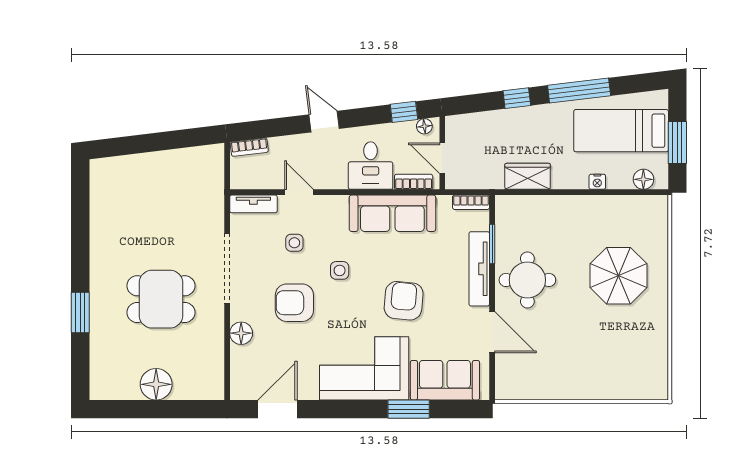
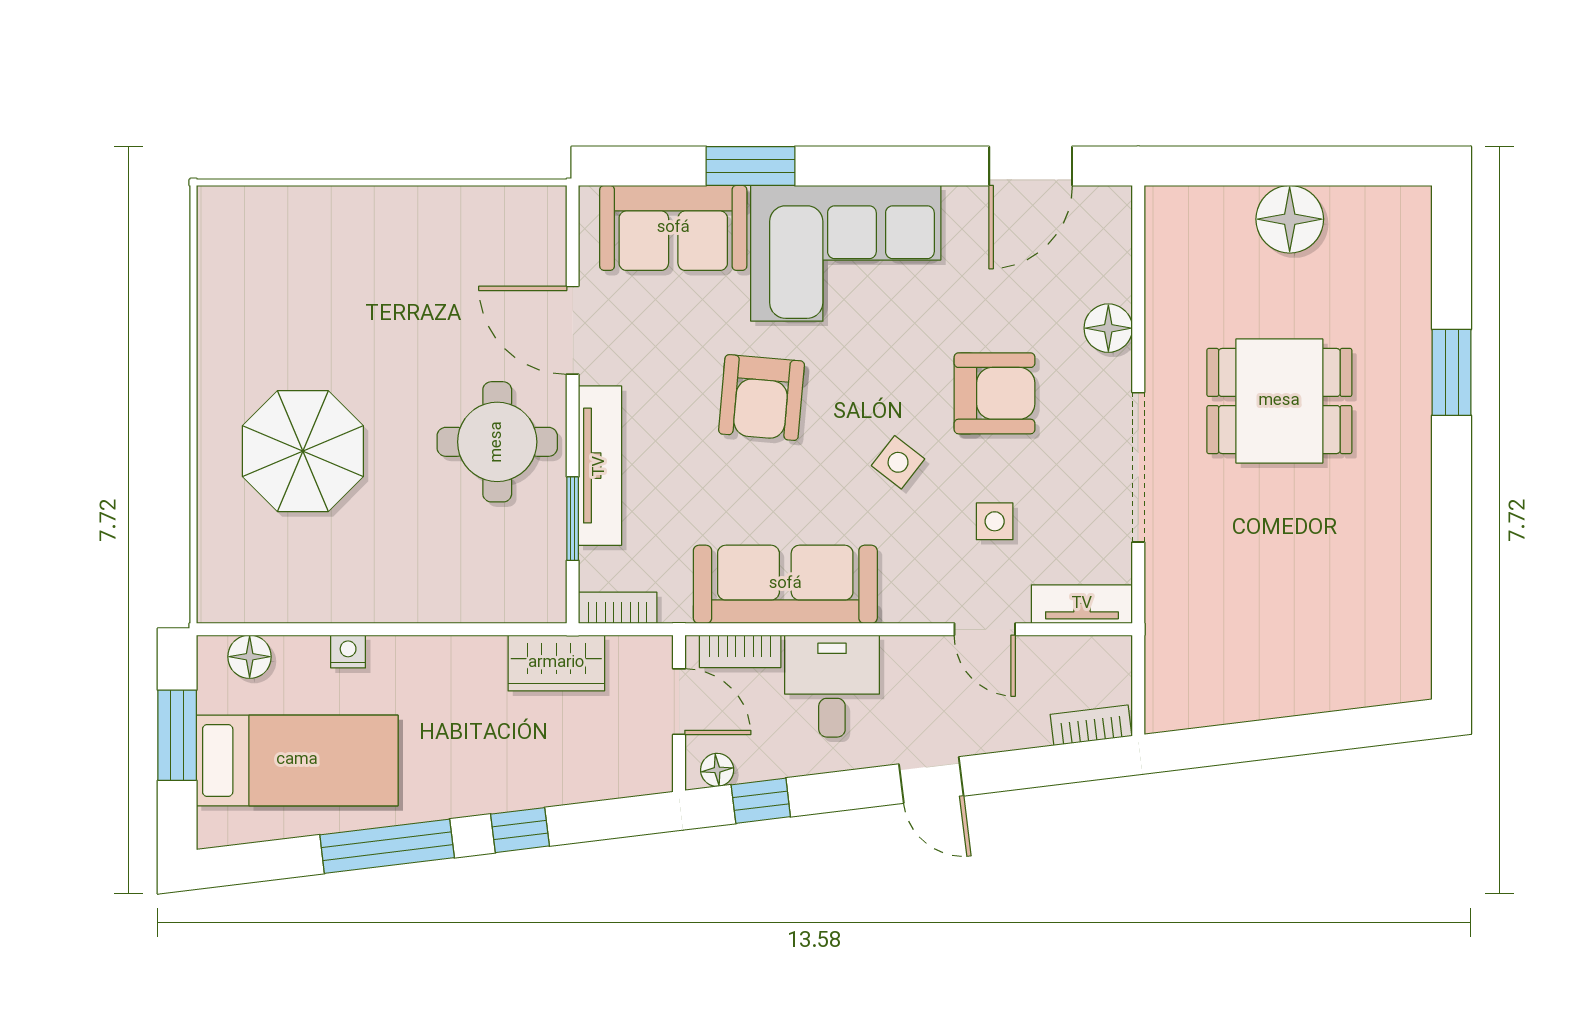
wardrobe: (528, 176) -> (556, 663), moved
side table: (340, 270) -> (898, 462), turned 38

